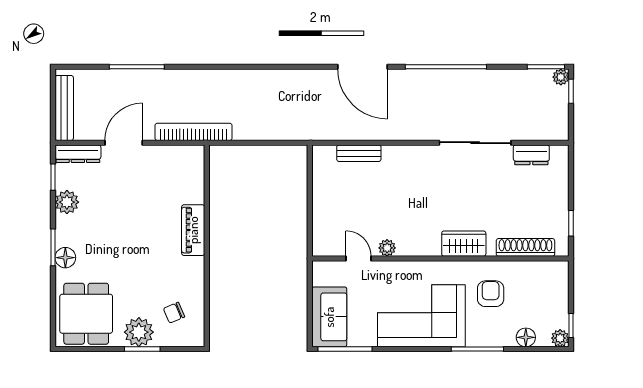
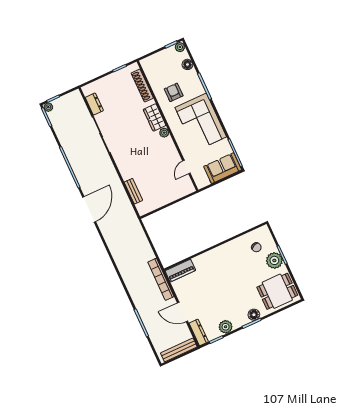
piano: (193, 230) -> (180, 271), moved
plant: (387, 248) -> (164, 133), moved
armchair: (491, 294) -> (174, 92), turned 90

